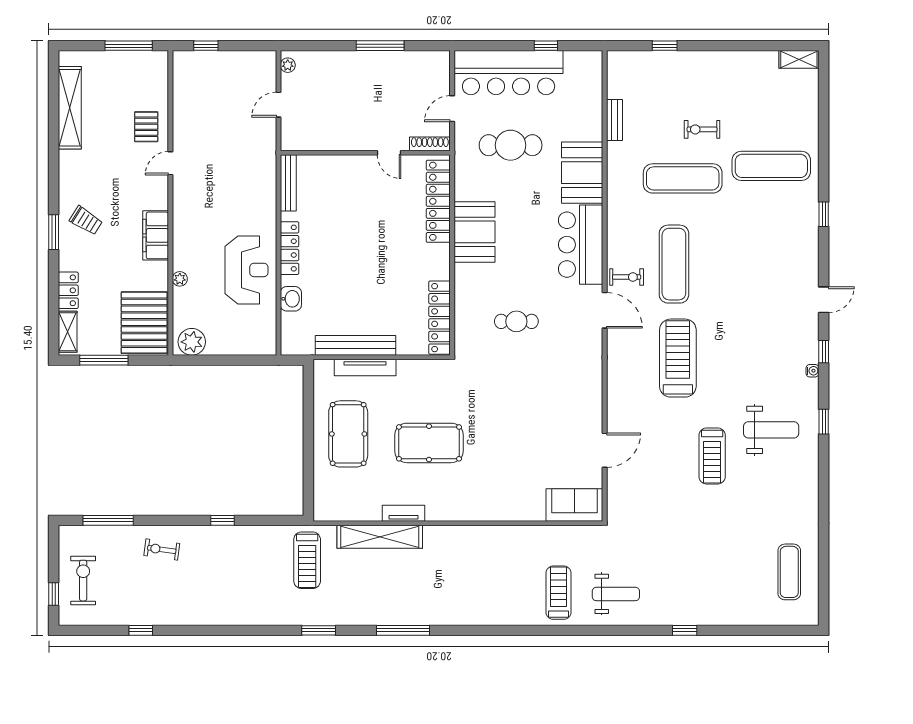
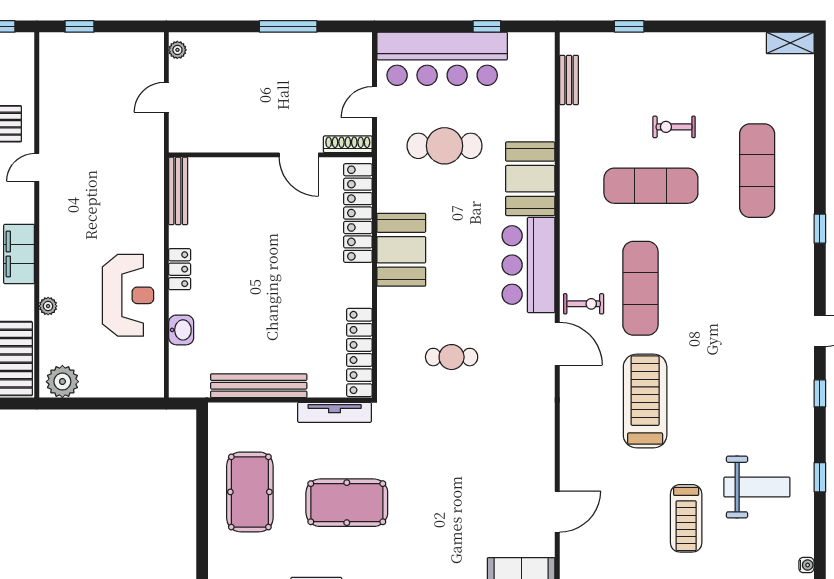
bench: (614, 120) -> (569, 80), moved
door: (389, 153) -> (299, 155), width x1.38
exercise mat: (771, 166) -> (757, 171), turned 90
locker: (290, 248) -> (180, 269), width x0.66
tv unit: (365, 368) -> (335, 412), moved
water cooler: (812, 371) -> (806, 565), moved

